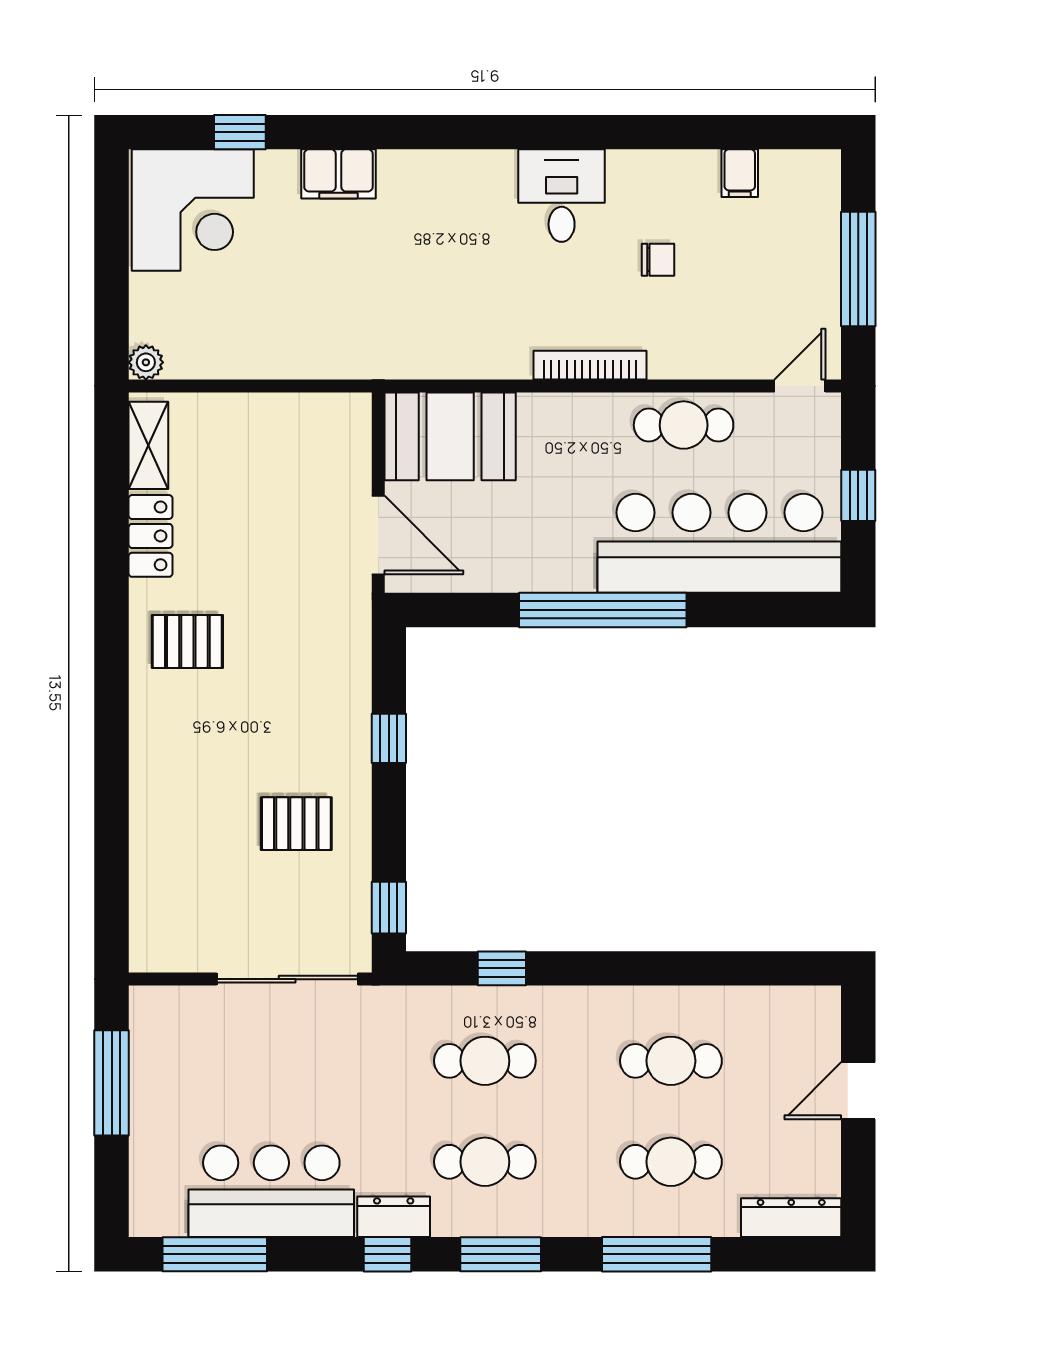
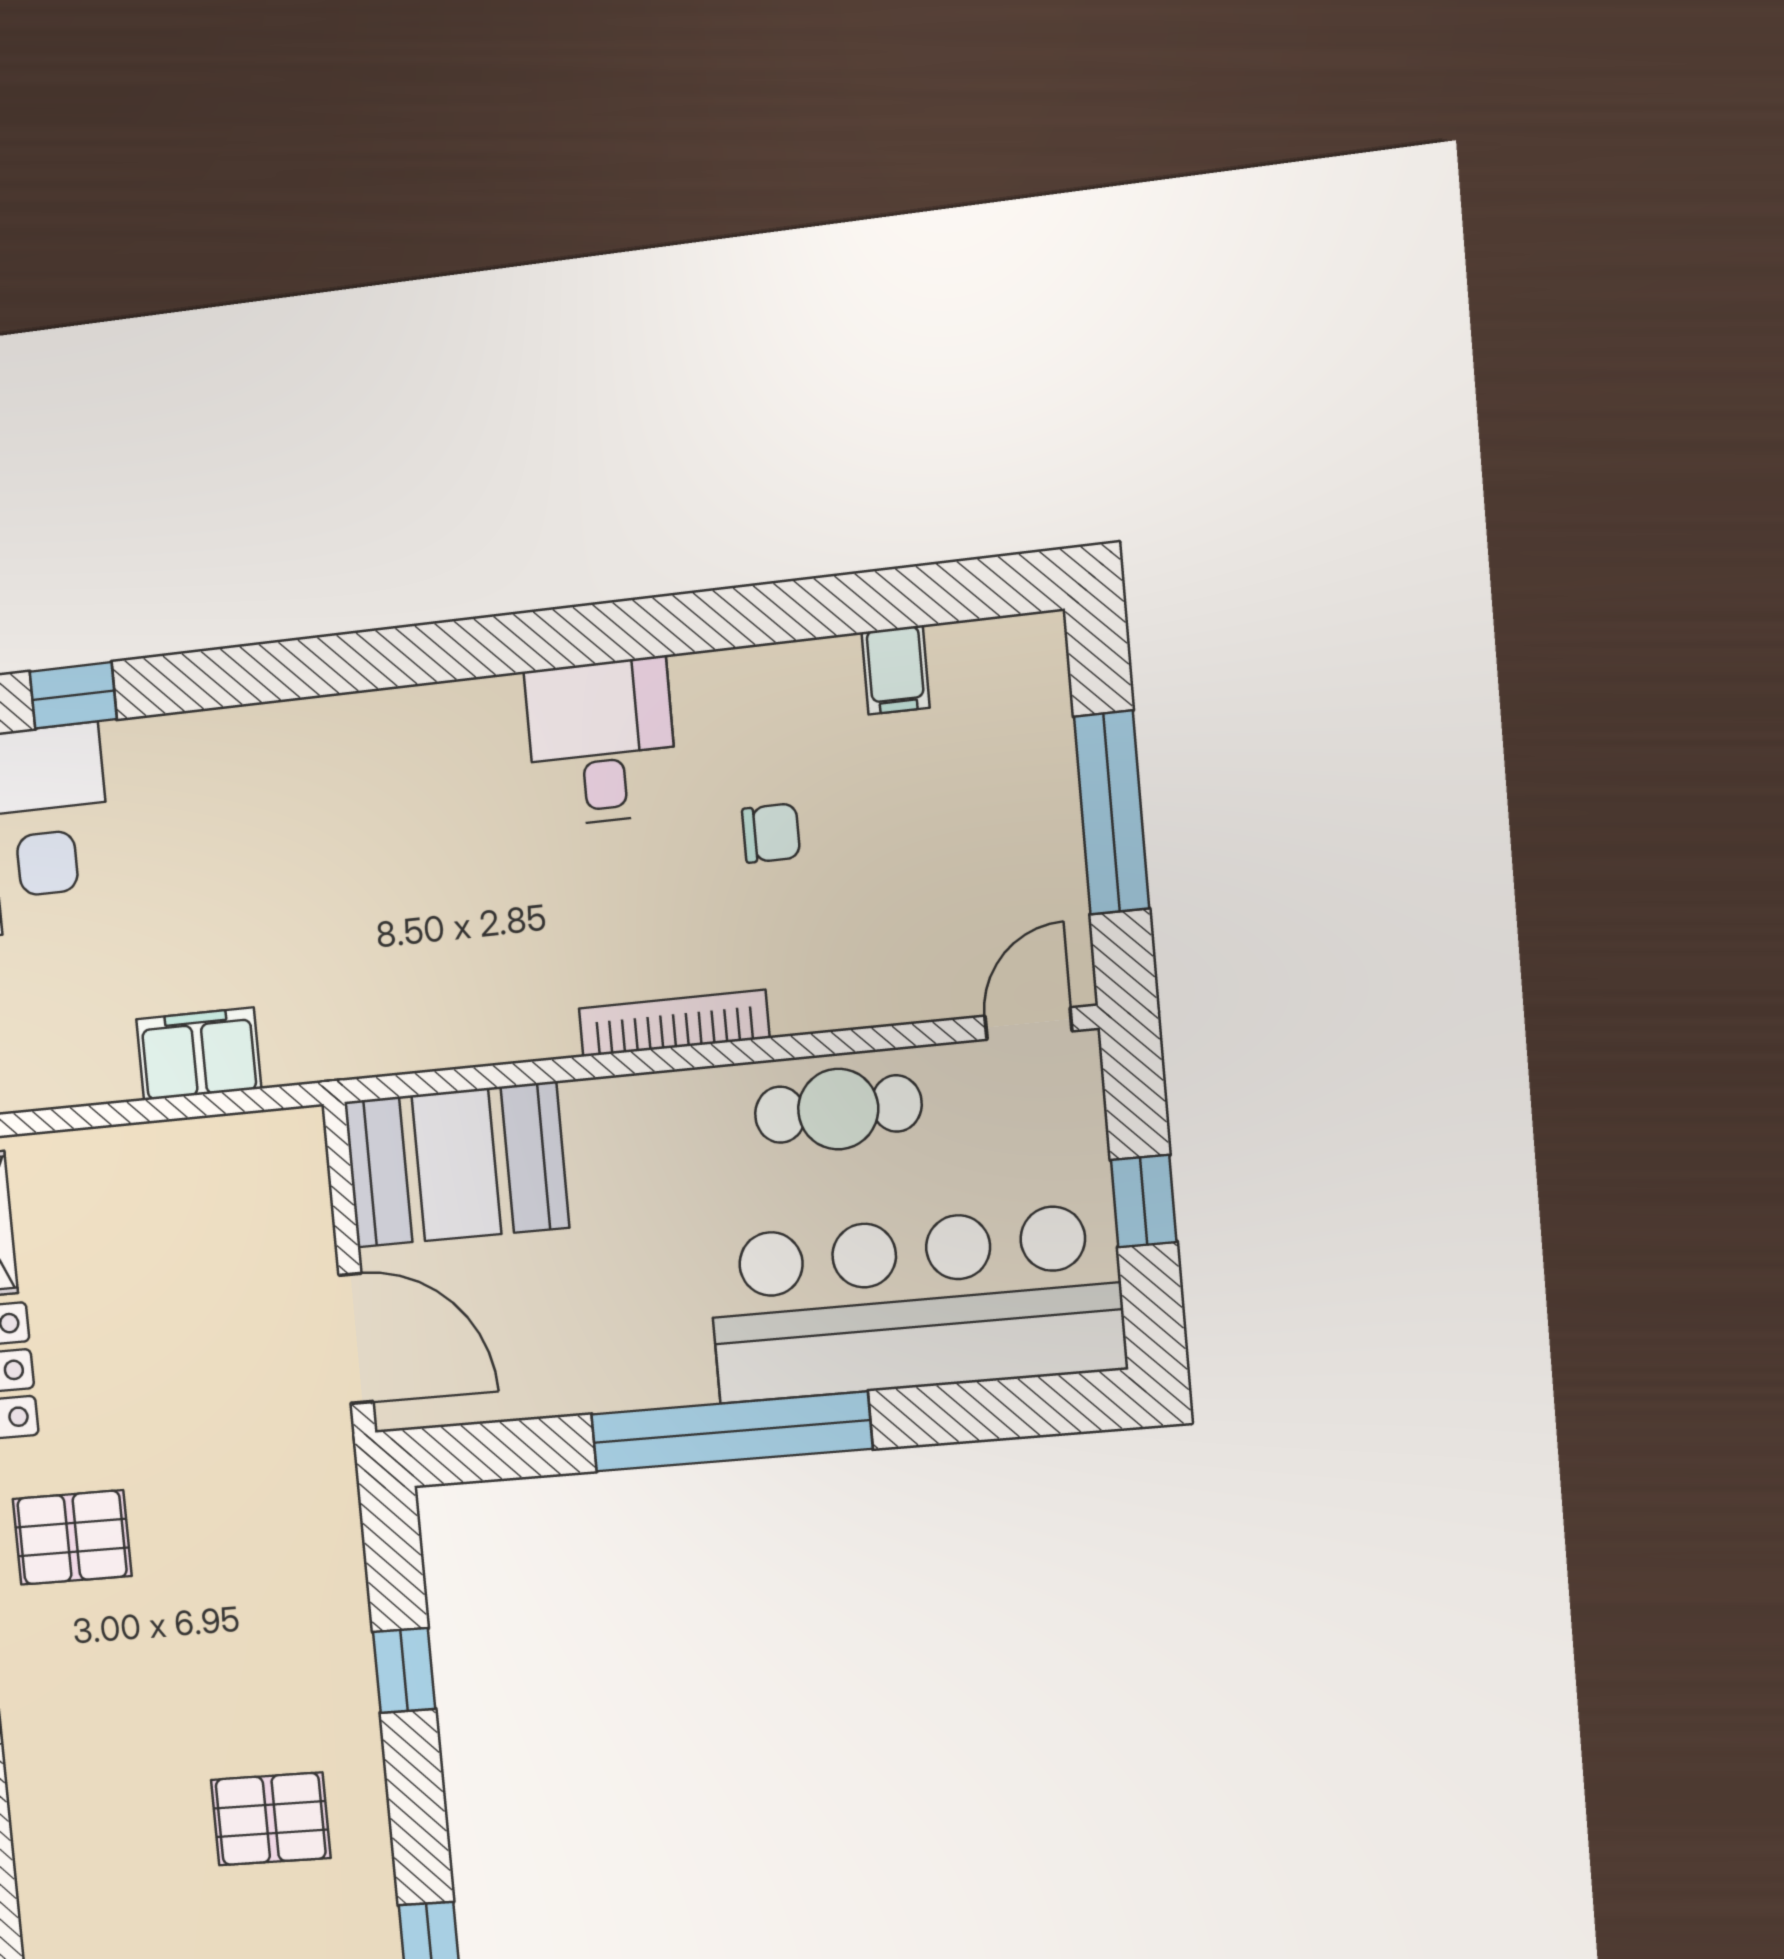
filing cabinet: (338, 174) -> (199, 1054), moved, turned 180

